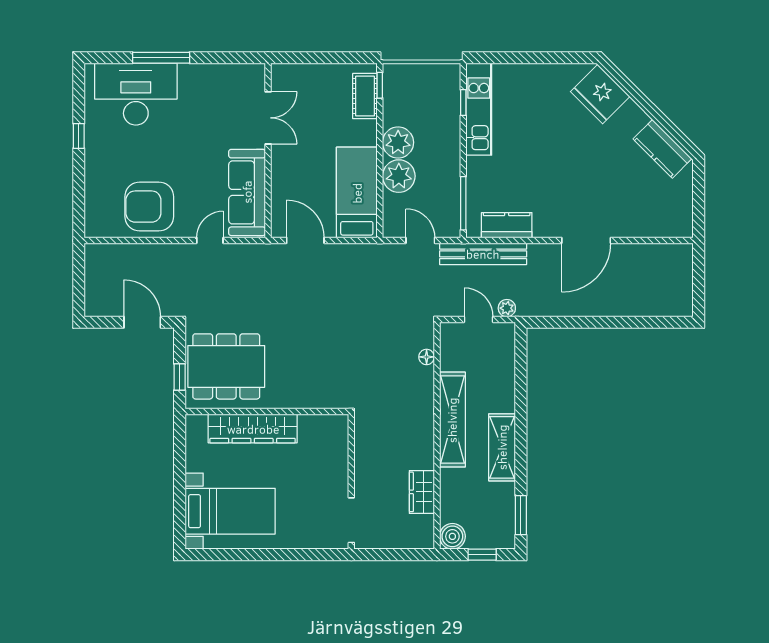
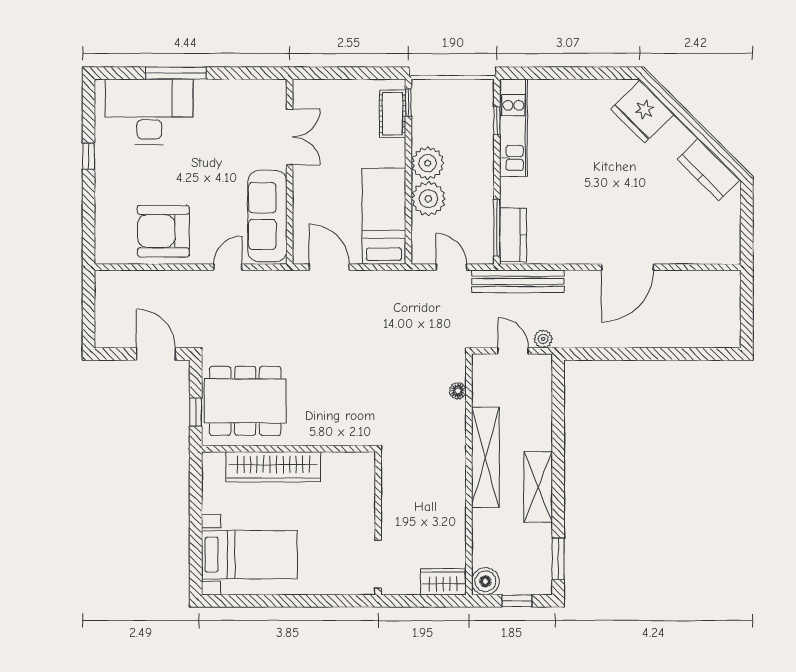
kitchen counter: (507, 225) -> (513, 235), moved, turned 90
wardrobe: (422, 492) -> (443, 582), moved, turned 90

